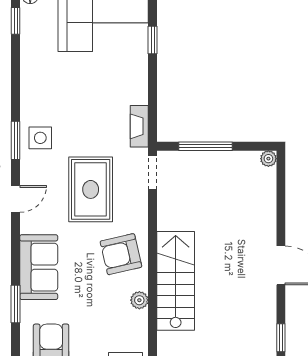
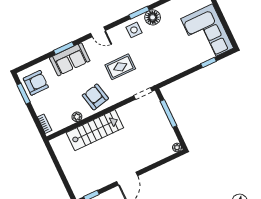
floor lamp: (34, 97) -> (153, 17), added
fireplace: (139, 126) -> (163, 76), removed
window: (16, 140) -> (139, 13), moved
rug: (91, 189) -> (120, 67), width x0.73, depth x0.70
window: (16, 304) -> (64, 48), moved

